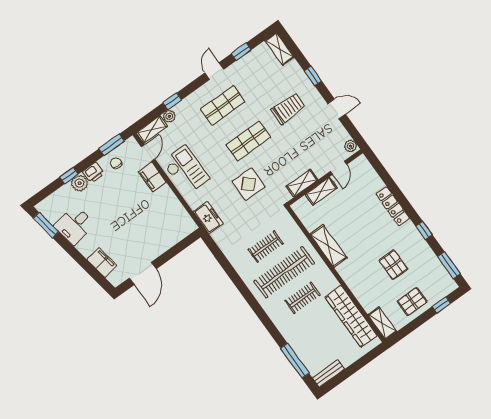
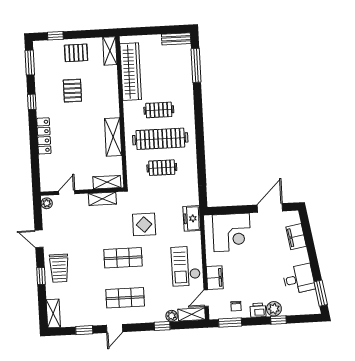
trolley: (288, 108) -> (59, 268), moved, turned -90
shelving: (321, 191) -> (107, 182), moved
corner desk: (163, 228) -> (232, 232), added

